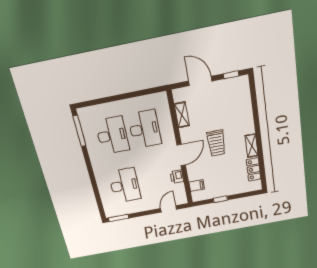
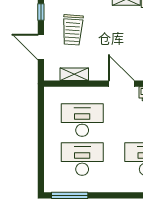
door: (200, 81) -> (41, 47), hinge flipped
trolley: (216, 143) -> (73, 30), moved, turned 94

